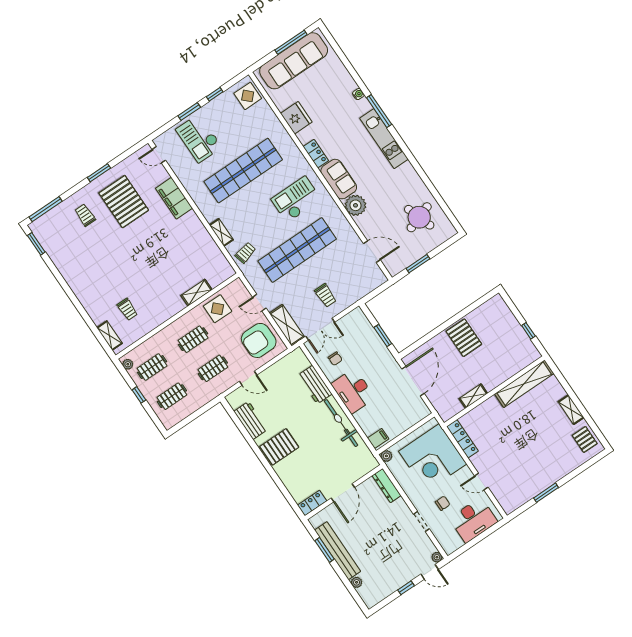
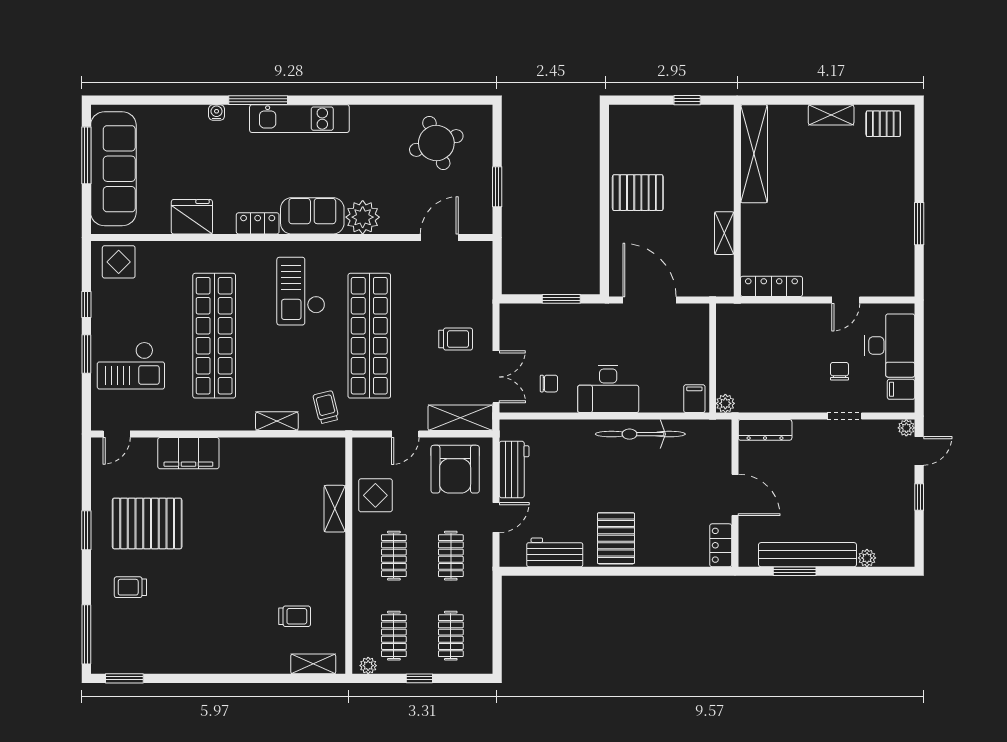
workbench: (315, 385) -> (514, 469), moved, turned -90
corner desk: (433, 458) -> (769, 343), removed
filing cabinet: (455, 541) -> (901, 389), added

